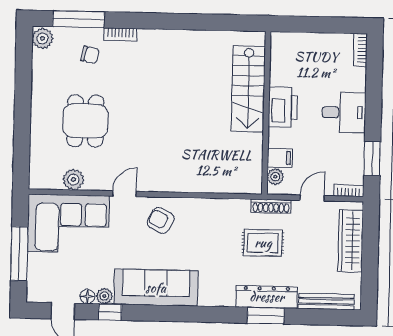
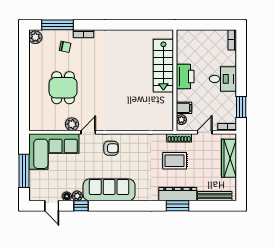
plant: (73, 180) -> (72, 124), moved
armchair: (161, 220) -> (111, 148), turned 153

